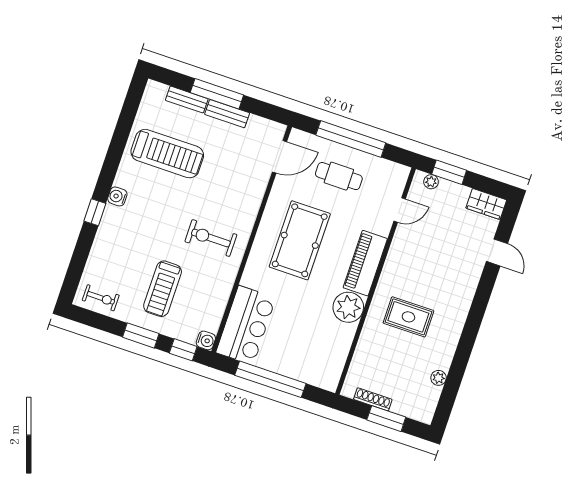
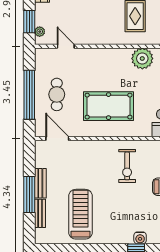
water cooler: (117, 196) -> (140, 238), moved
piano: (365, 263) -> (109, 57), removed

